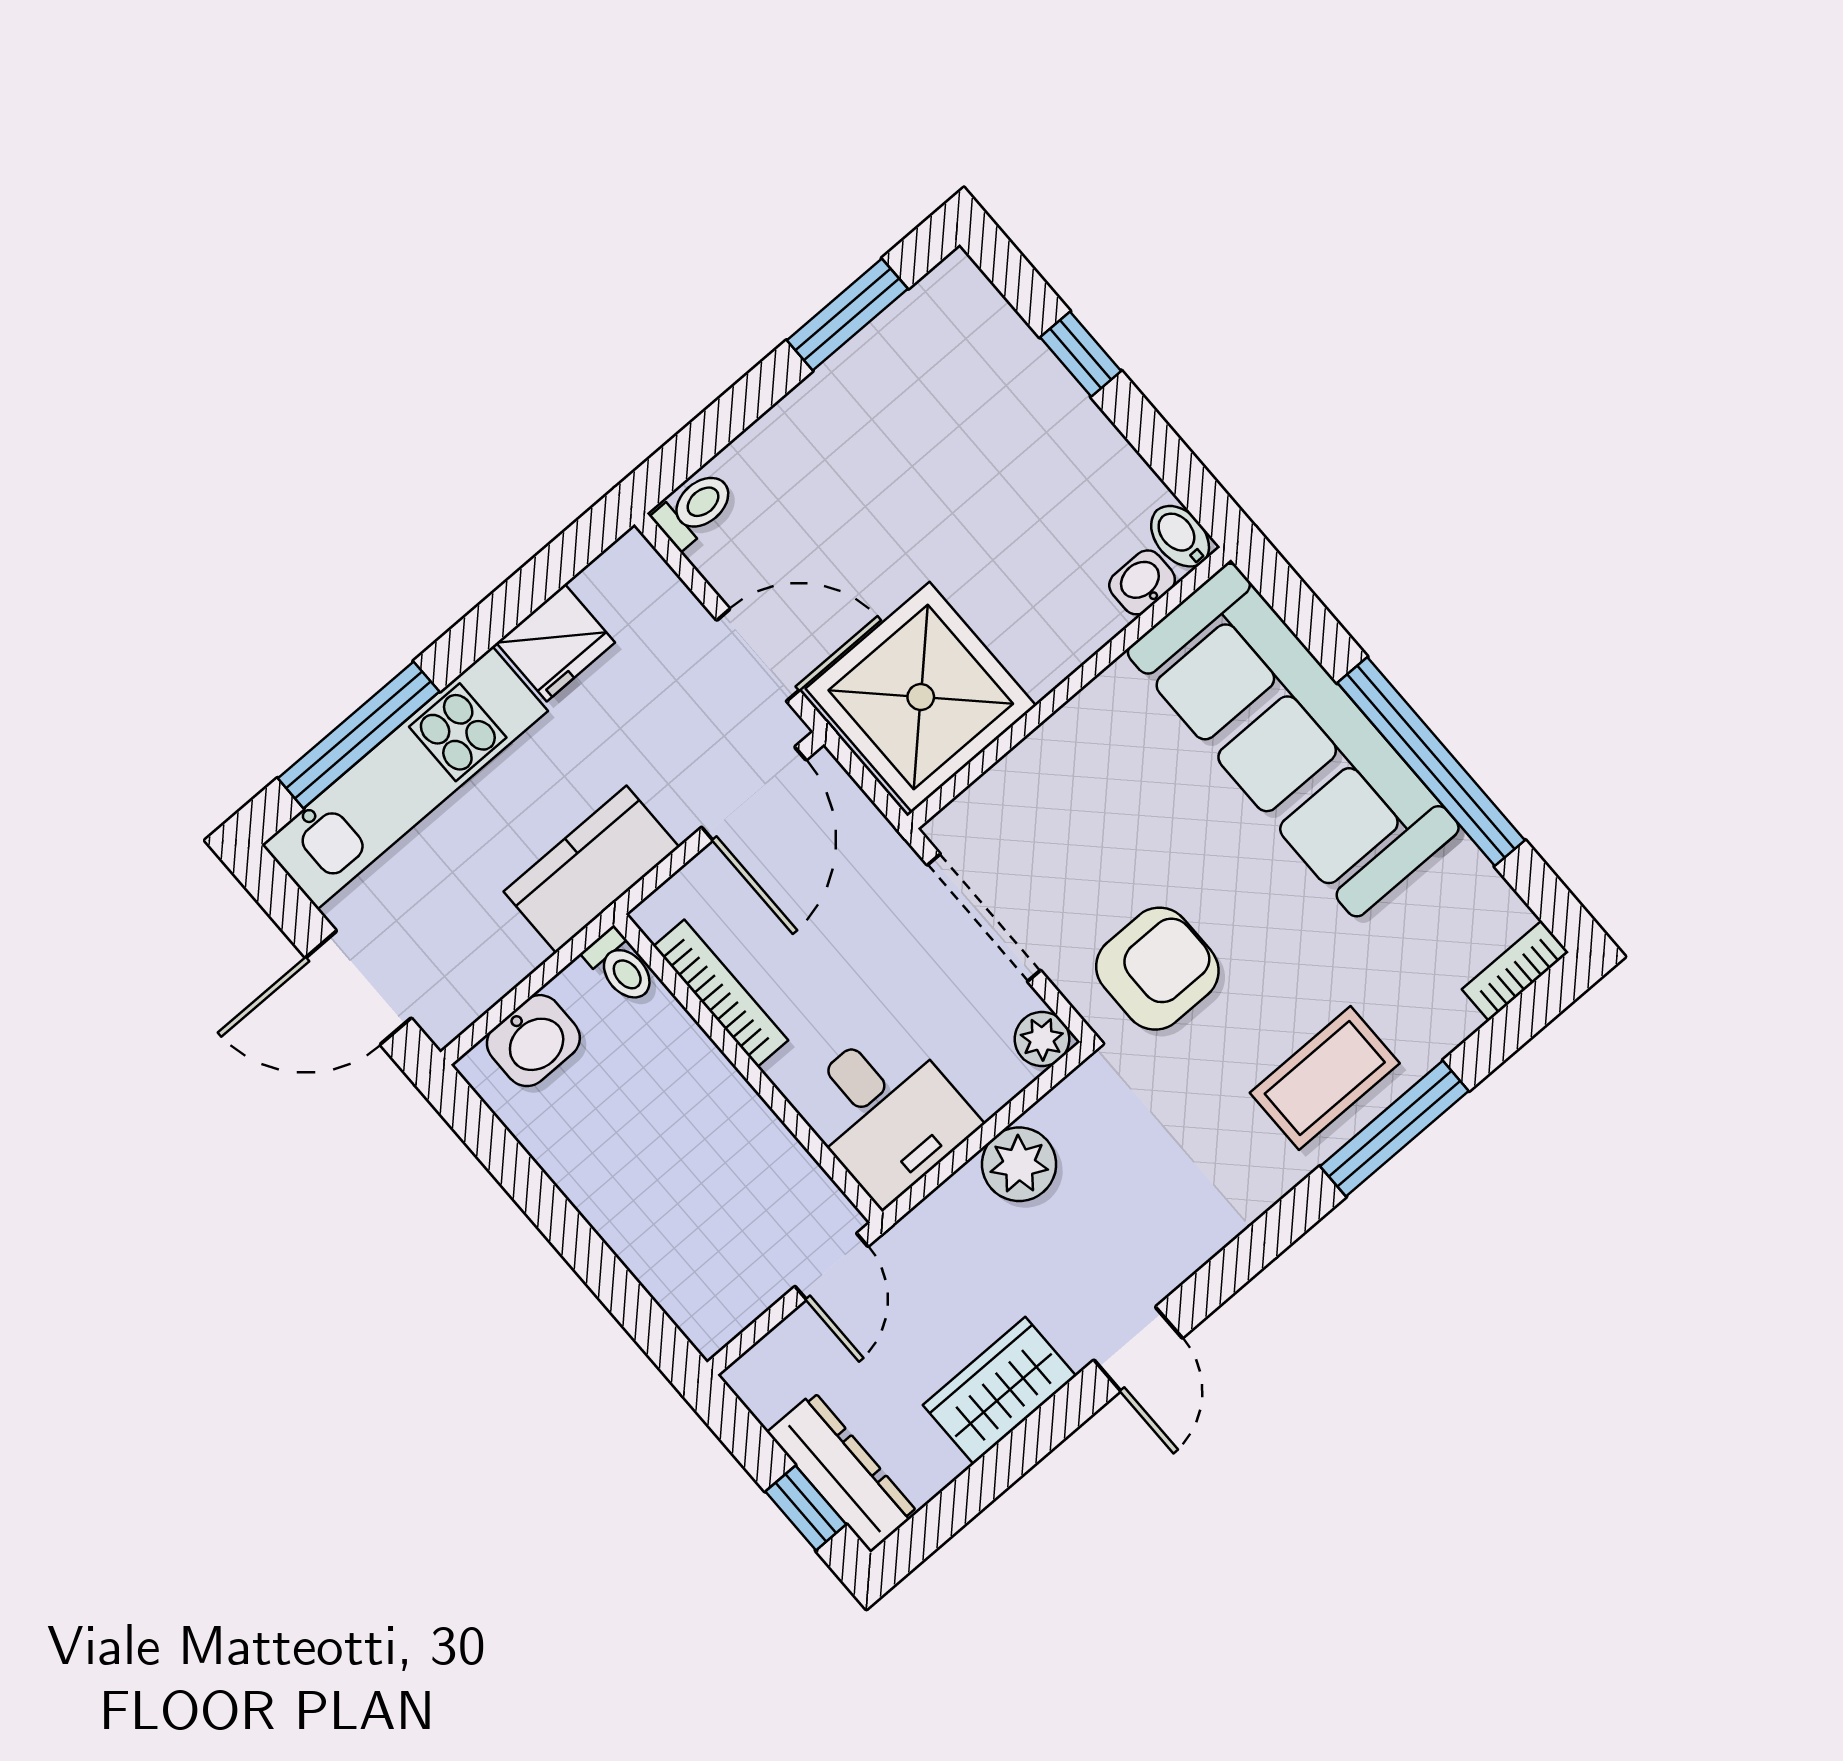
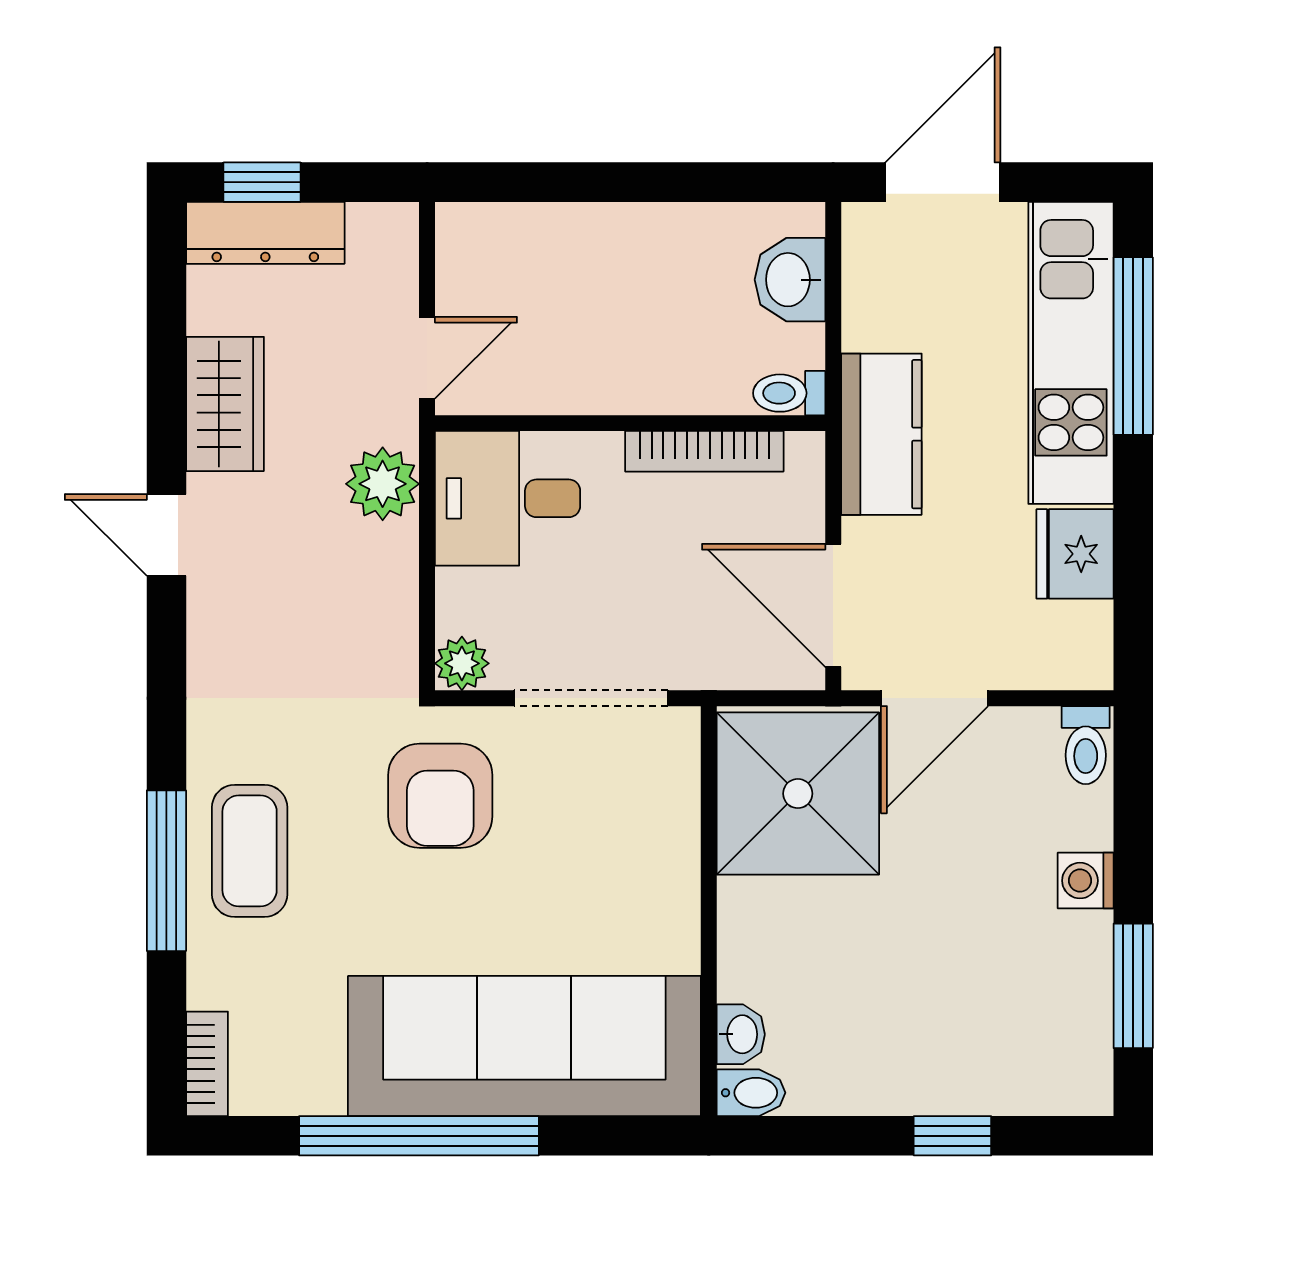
washing machine: (798, 420) -> (1086, 881), added
plant: (1019, 1164) -> (383, 484), moved
door: (831, 1266) -> (427, 358), swing flipped

